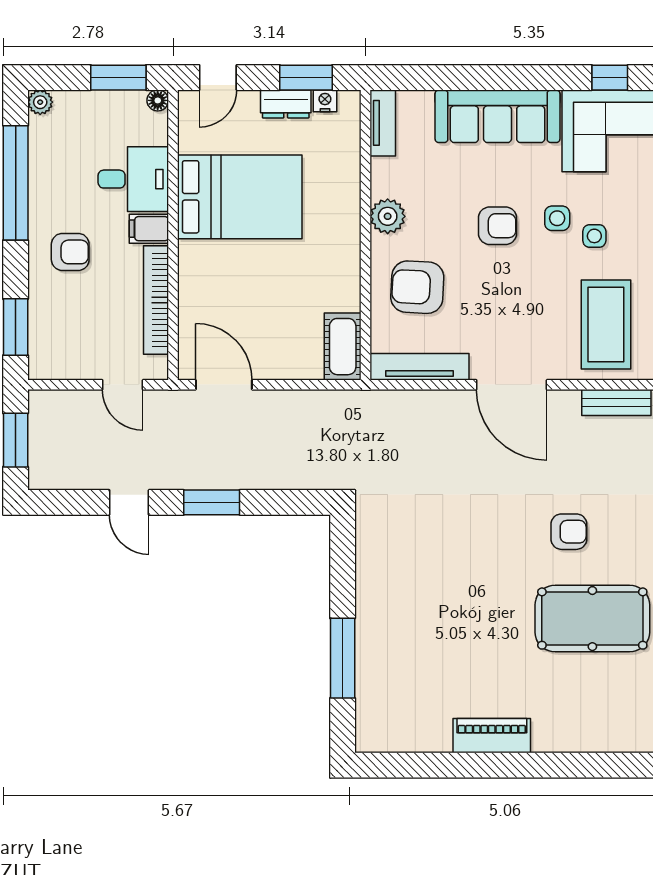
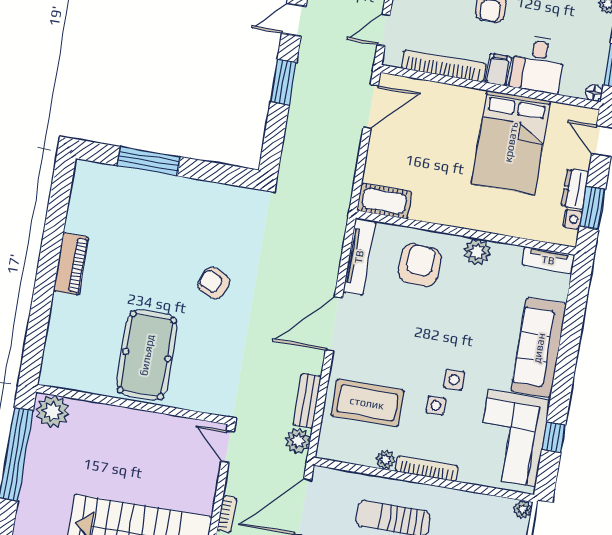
armchair: (498, 226) -> (456, 334), removed
armchair: (569, 532) -> (214, 283), moved, turned 115

